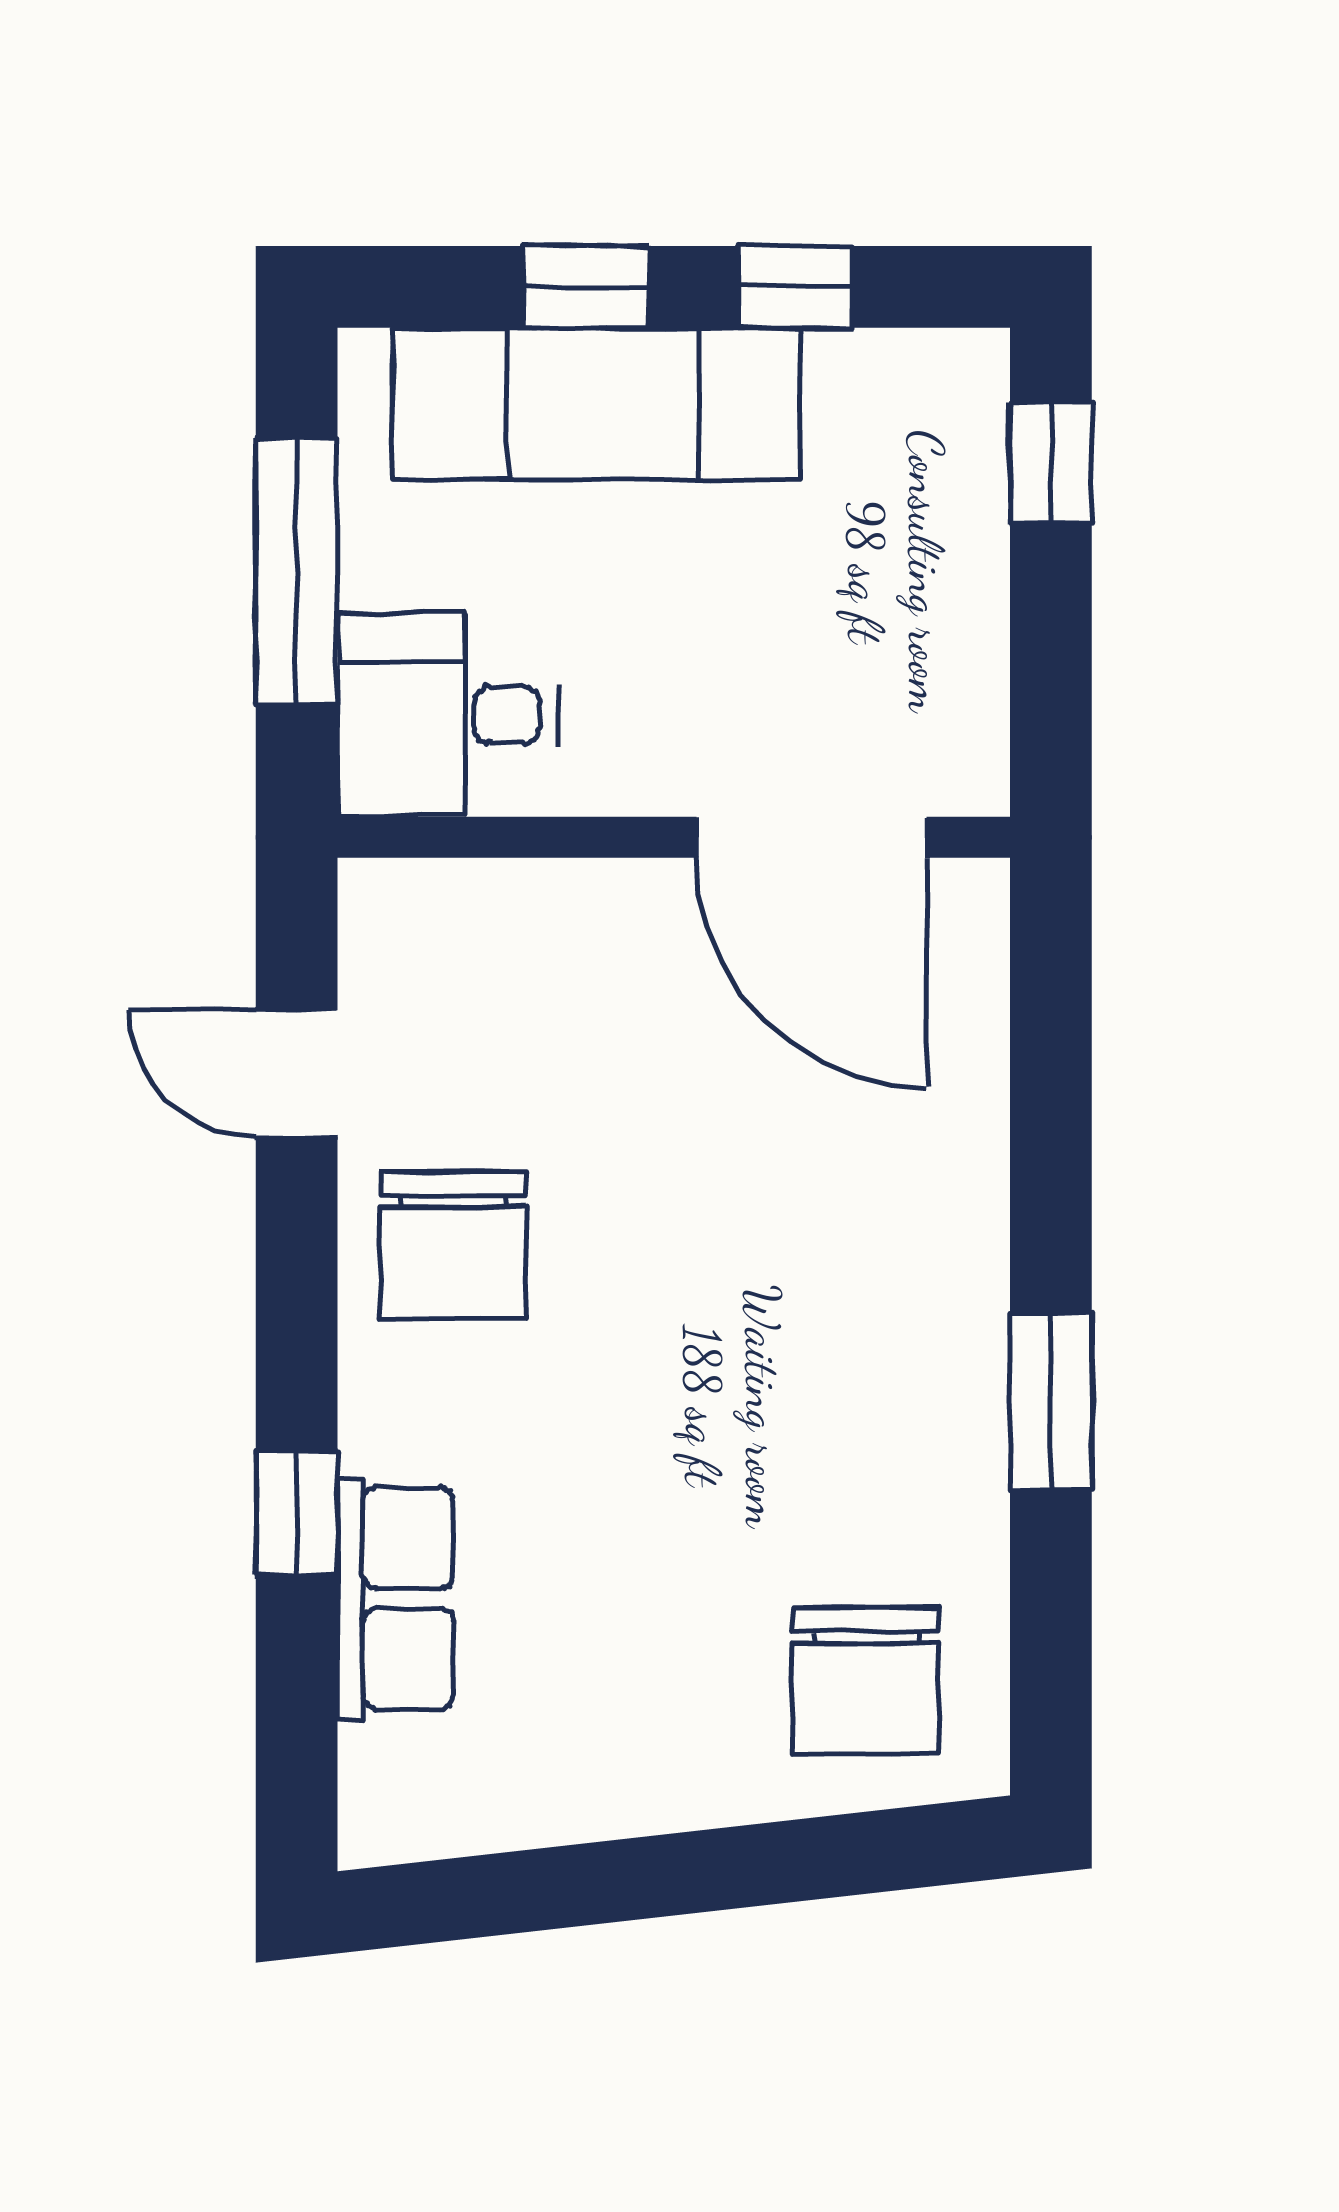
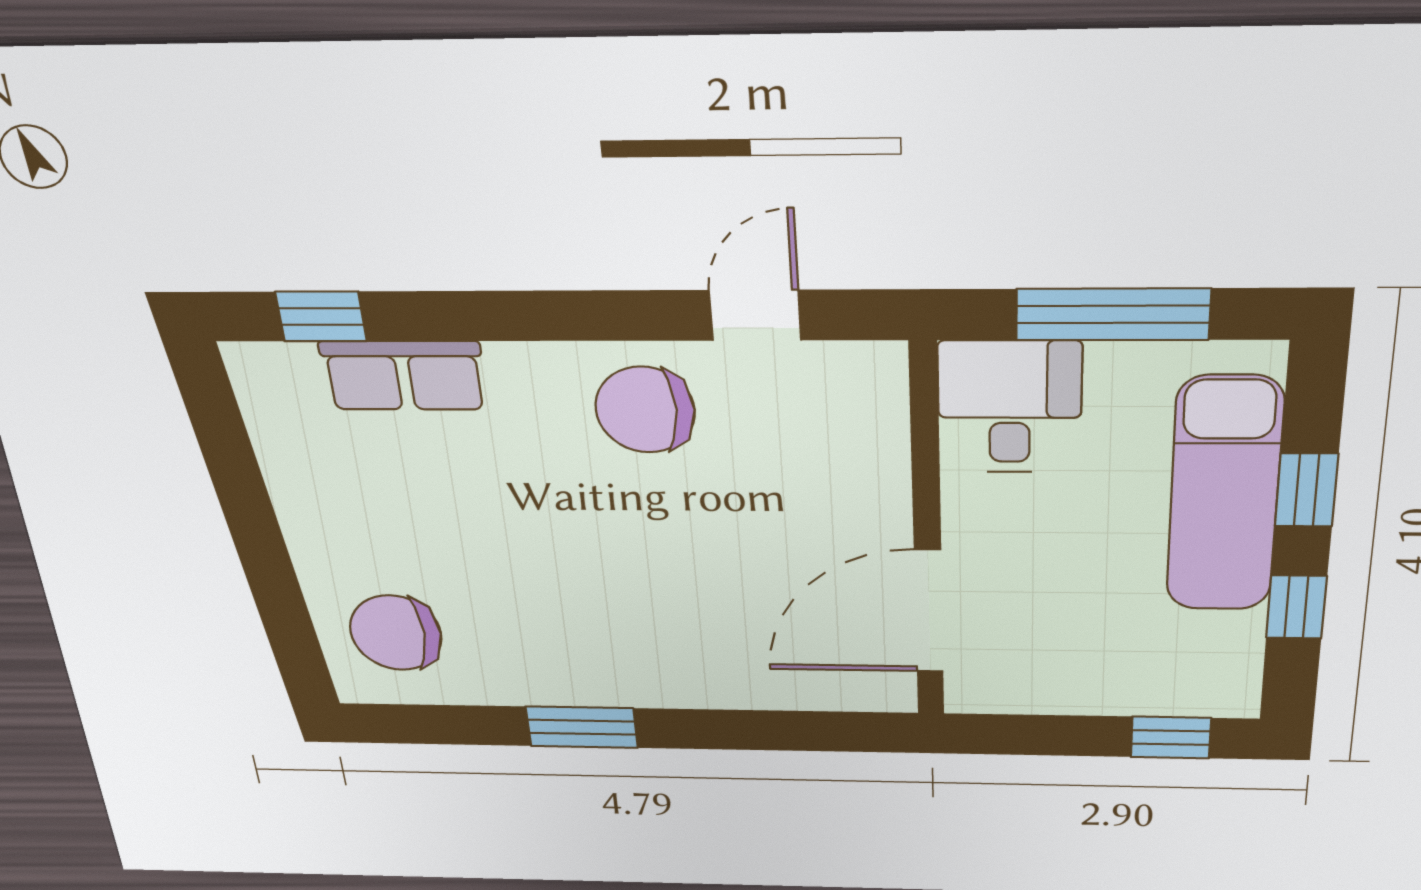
window: (297, 1513) -> (321, 316), moved

